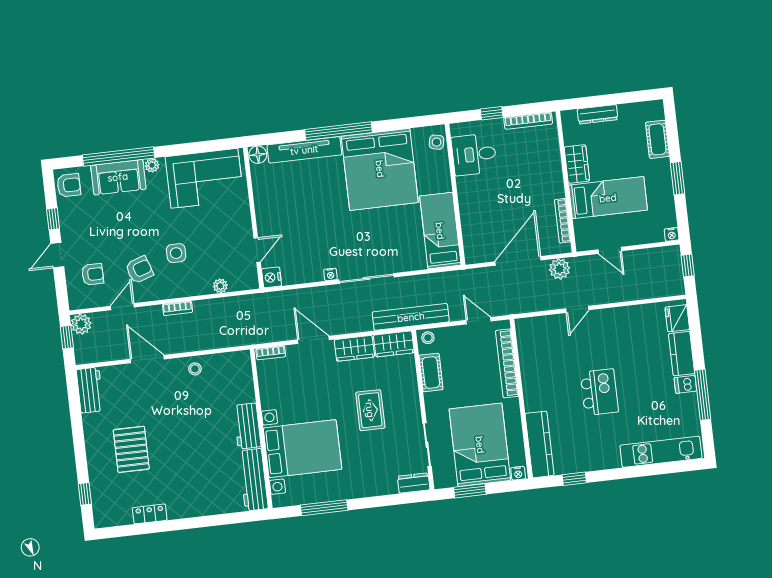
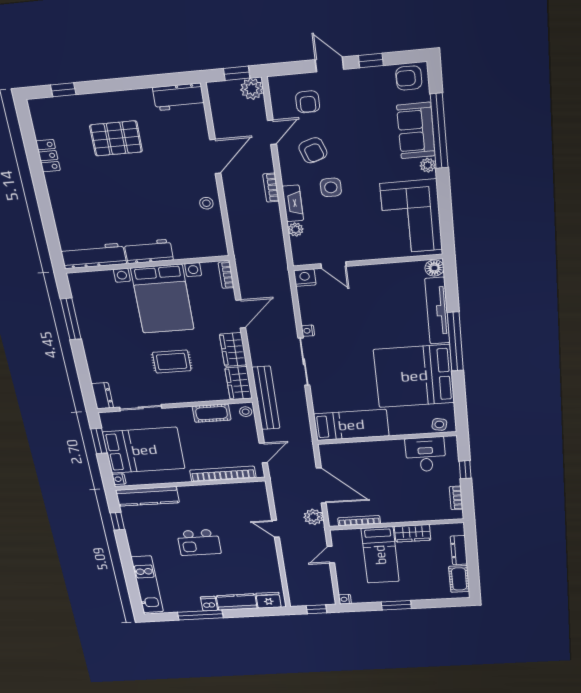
bookcase: (528, 121) -> (456, 498), width x0.64
cot: (657, 139) -> (459, 579), moved, turned 90
armchair: (69, 185) -> (409, 78), turned 90
fireplace: (193, 288) -> (293, 203), added
door: (122, 307) -> (272, 132), hinge flipped
bed with nightstands: (303, 449) -> (162, 299), moved

